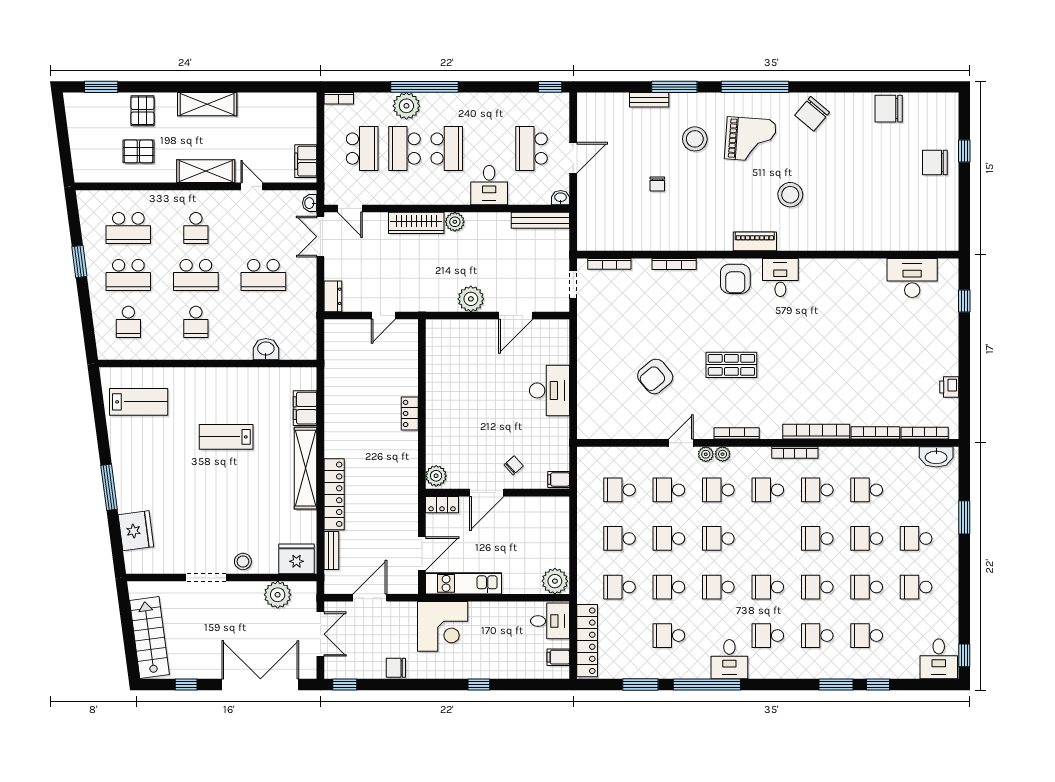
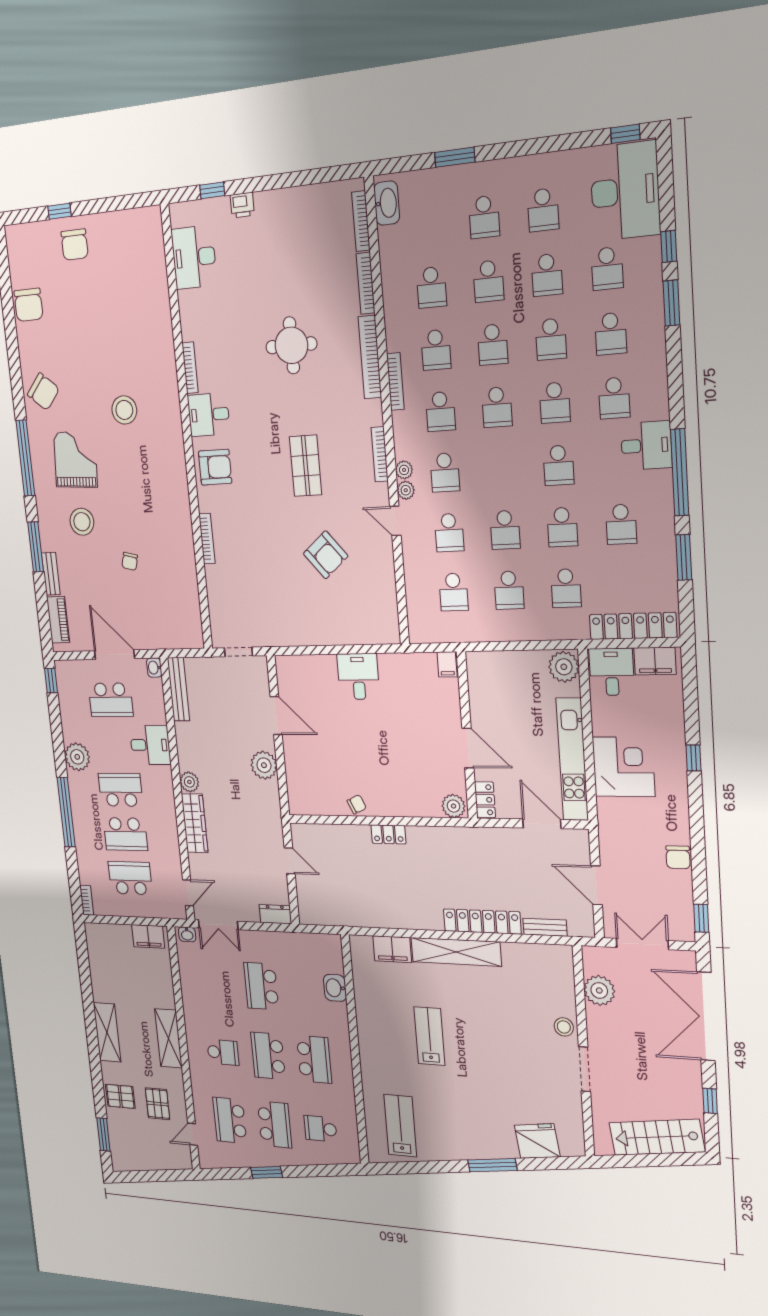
plant: (406, 106) -> (77, 757), moved
door: (573, 158) -> (115, 655), width x1.36
chair: (657, 184) -> (130, 561), turned 104
door: (252, 186) -> (193, 1134), moved
school desk: (128, 228) -> (230, 1120), turned 180
piano: (755, 241) -> (58, 620), moved, turned 180
bookcase: (609, 264) -> (190, 368), moved
school desk: (196, 275) -> (268, 1056), turned 180
school desk: (263, 275) -> (261, 986), turned 180
school desk: (128, 322) -> (320, 1129), turned 180
school desk: (196, 322) -> (314, 1059), width x1.85
round table: (832, 361) -> (291, 345), added
printer: (949, 387) -> (242, 205), moved
desk: (549, 390) -> (358, 677), width x0.73
lab bench: (226, 437) -> (429, 1036), turned 180
chair: (514, 465) -> (357, 804), moved, turned 107
school desk: (718, 538) -> (497, 407), moved
fridge: (296, 559) -> (557, 967), removed
kitchen unit: (464, 583) -> (572, 759), width x1.36
corner desk: (443, 626) -> (623, 767), moved
filing cabinet: (558, 657) -> (655, 661), width x2.00
desk: (939, 659) -> (625, 191), width x1.87, depth x1.30

